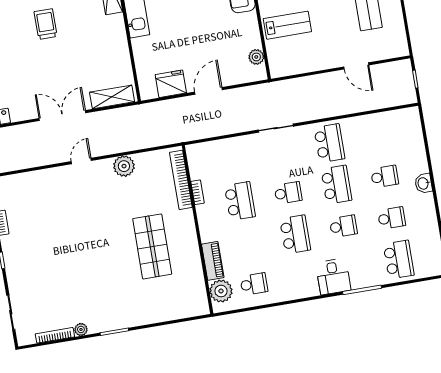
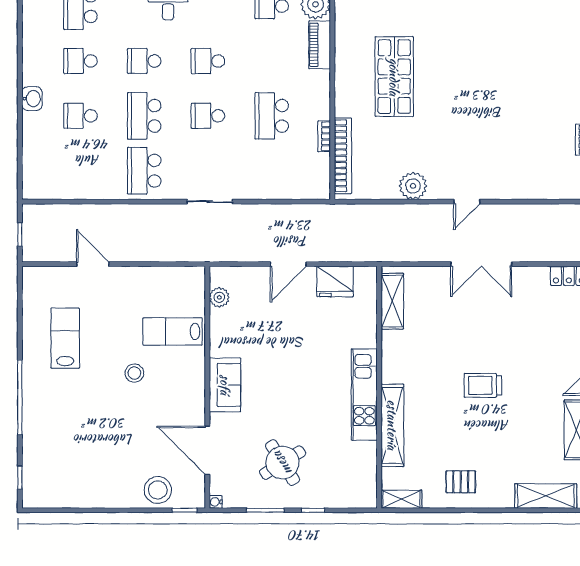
trolley: (46, 24) -> (483, 385), turned 90
shelving: (112, 97) -> (392, 301), moved, turned 90
school desk: (295, 234) -> (208, 61), width x0.54

